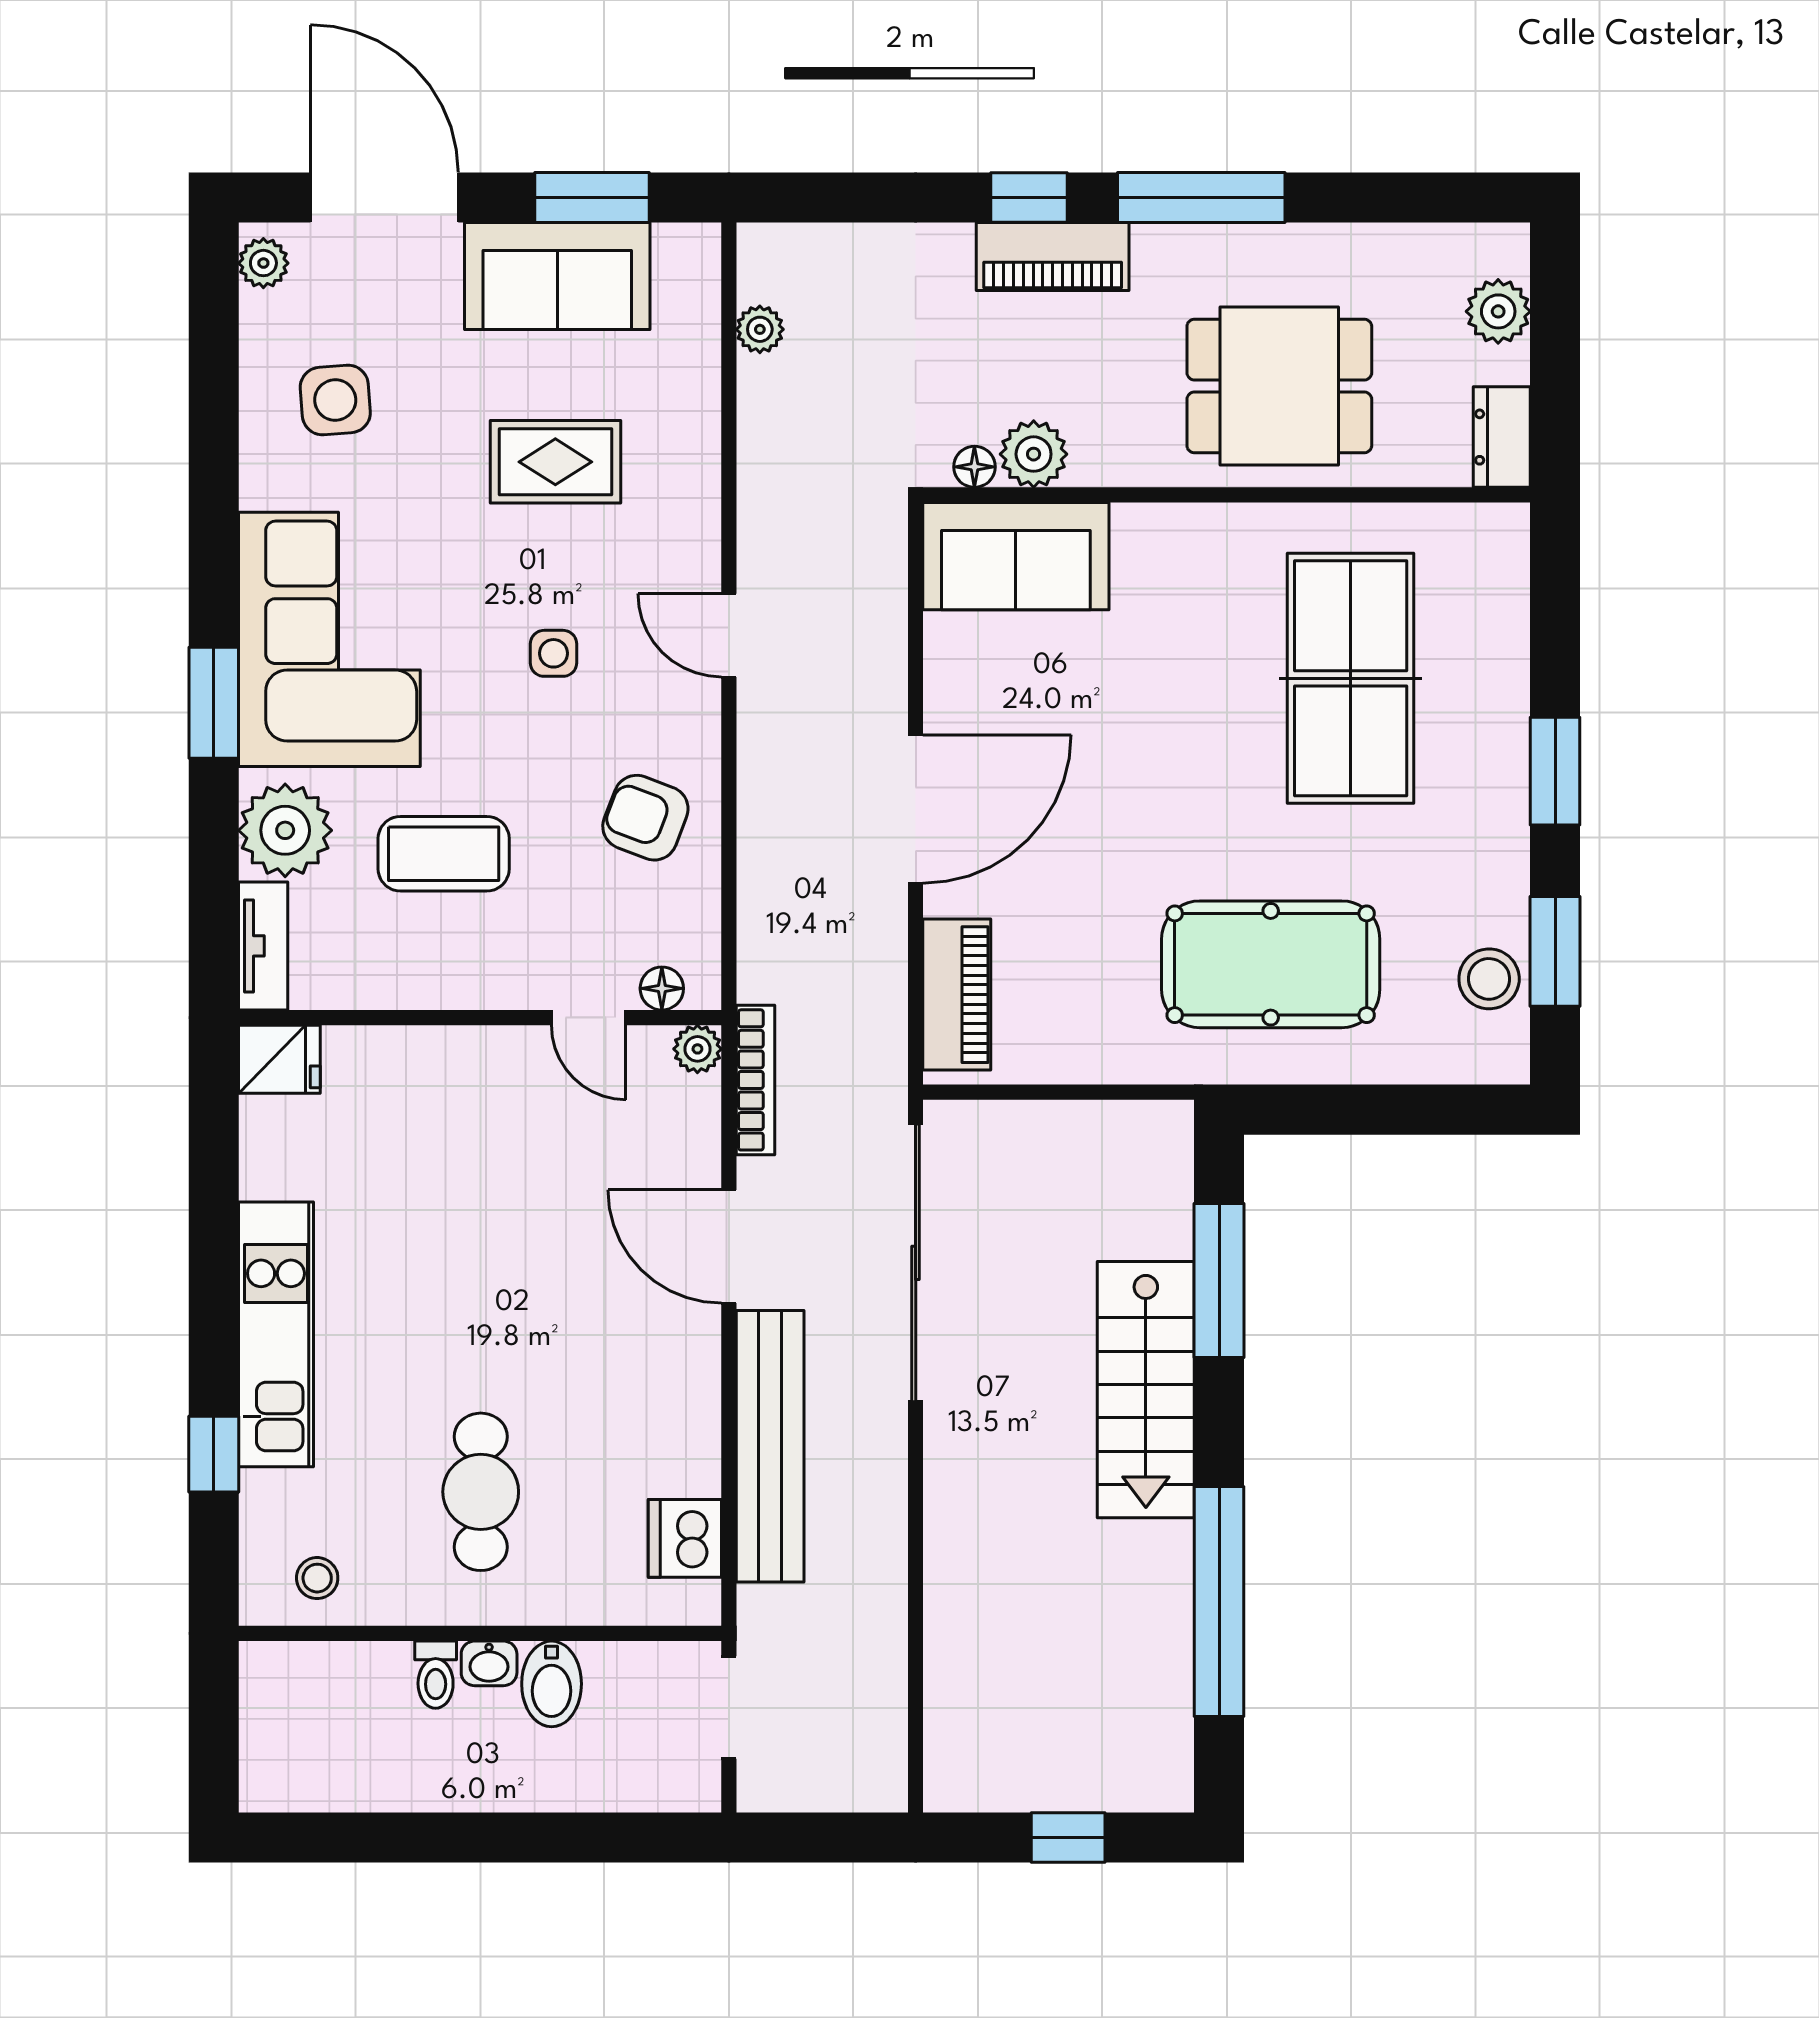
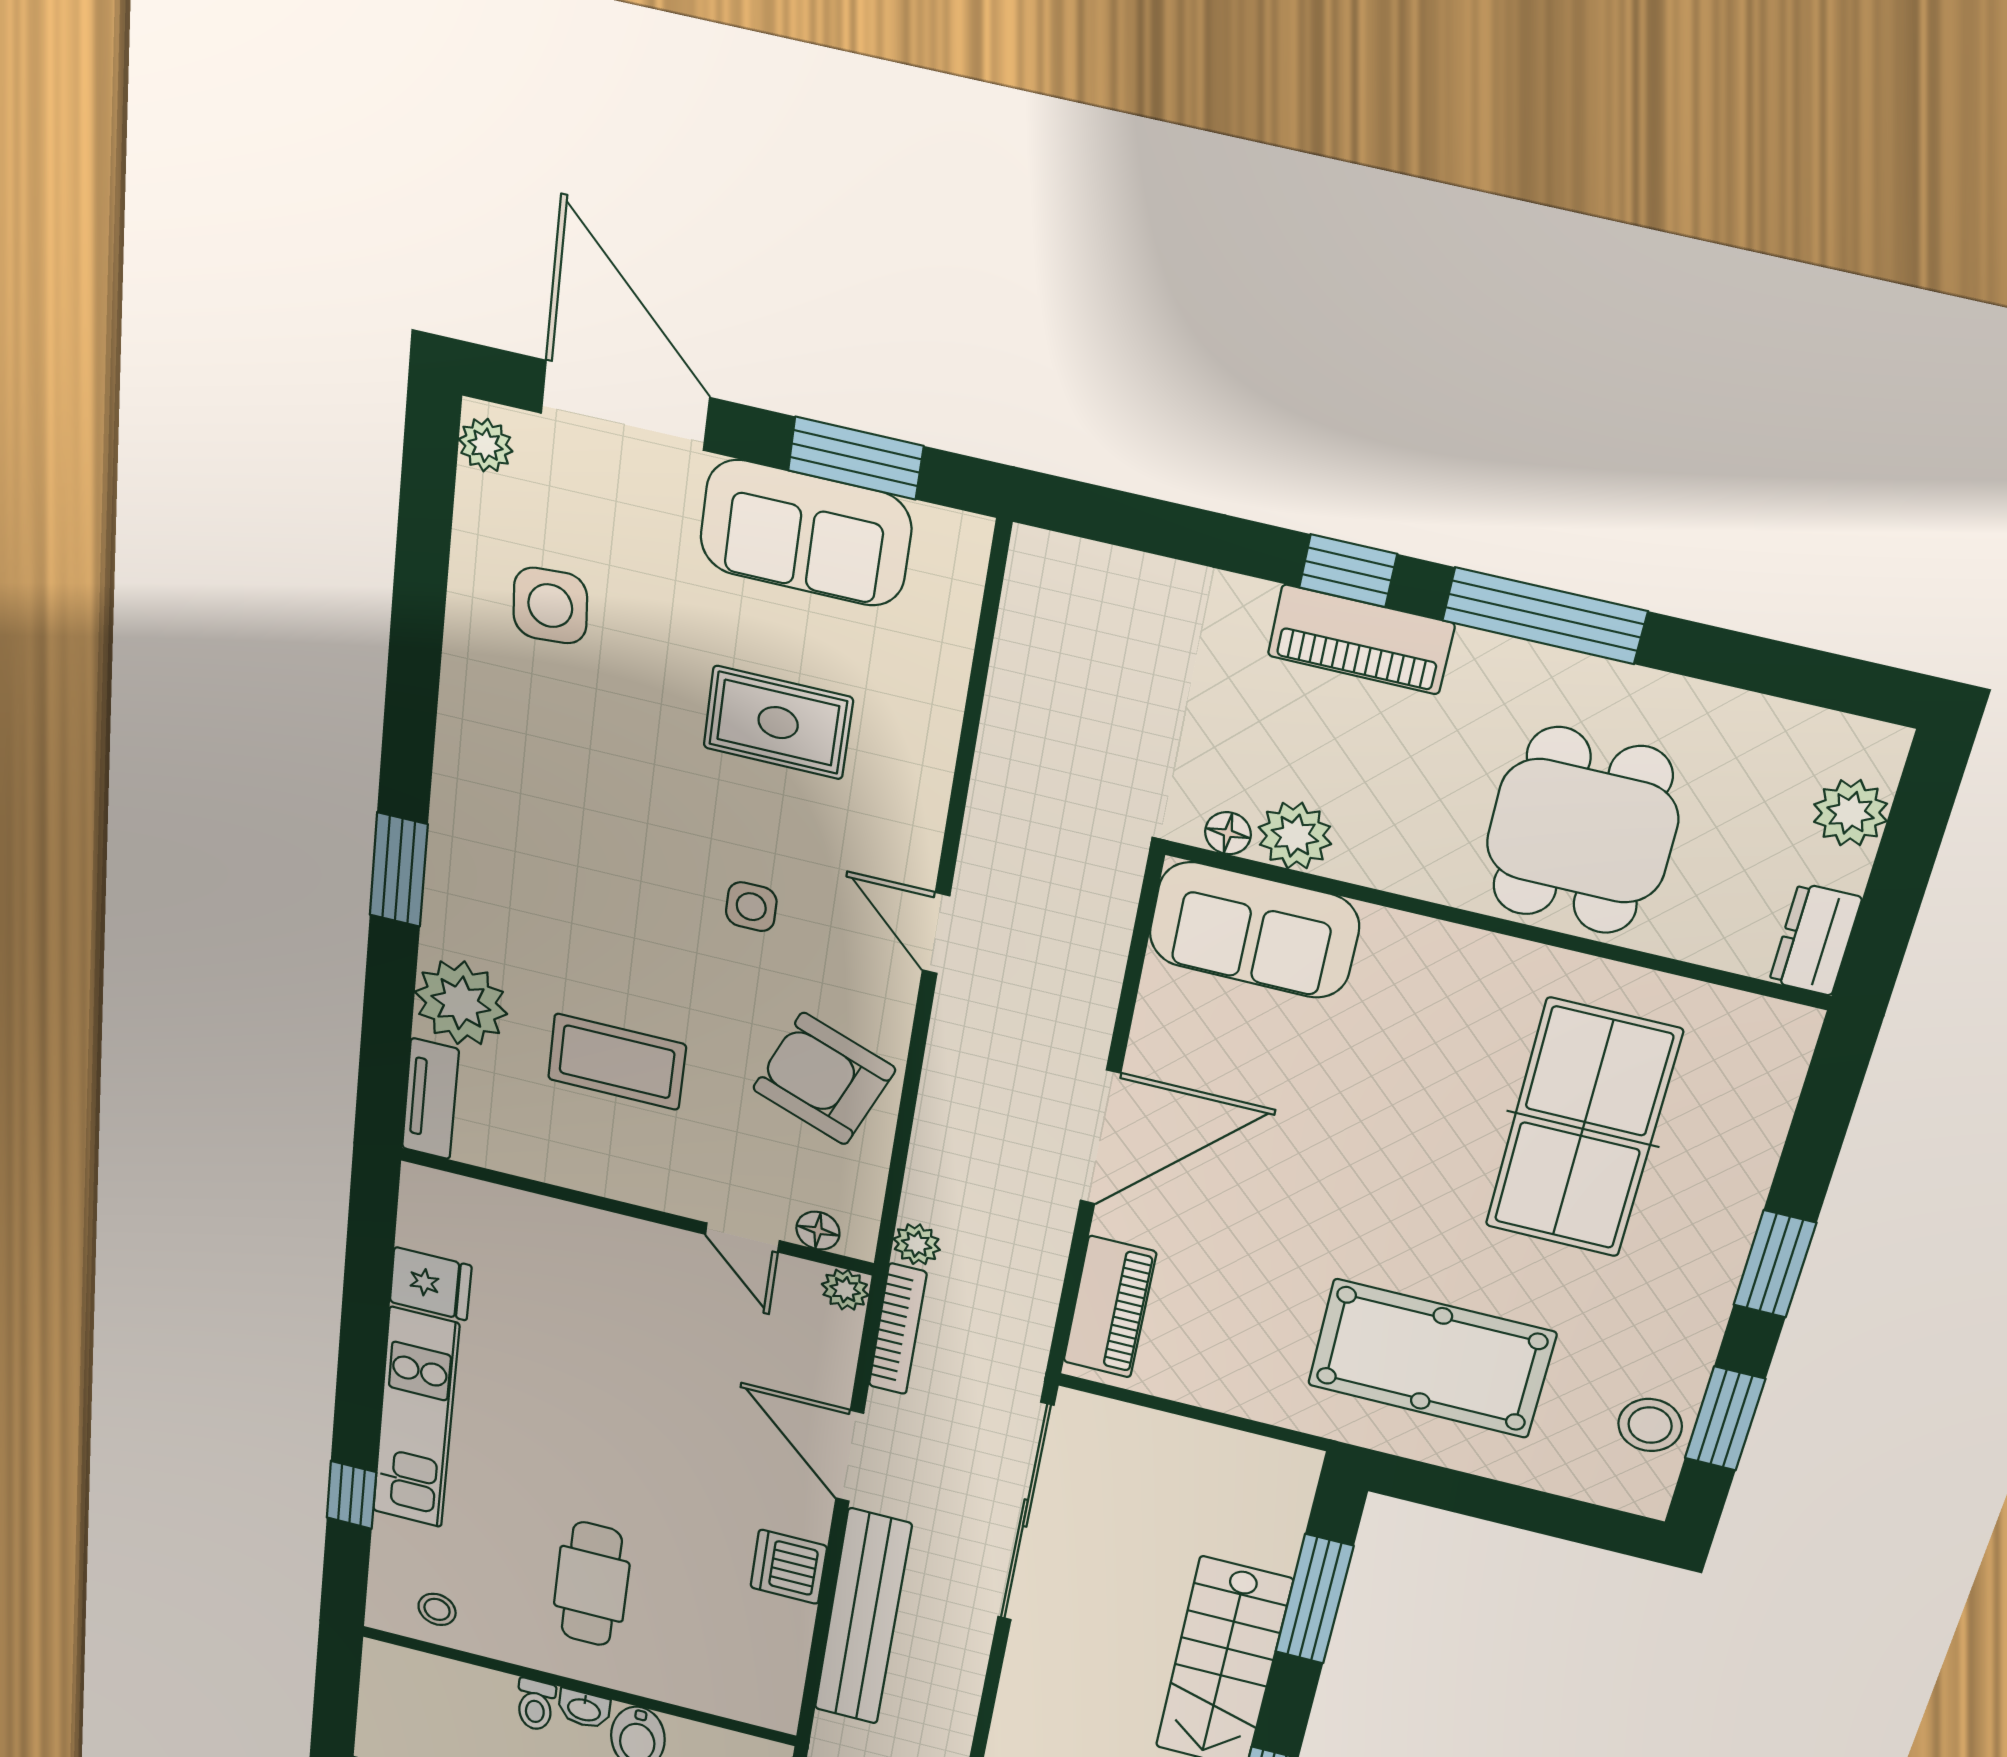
plant: (760, 329) -> (917, 1244), moved
dining table: (1279, 386) -> (1582, 831), turned 90
corner sofa: (329, 639) -> (522, 839), removed
armchair: (645, 818) -> (824, 1079), width x1.38, depth x1.38
fridge: (279, 1059) -> (431, 1284), moved
dishwasher: (685, 1538) -> (789, 1567), moved

